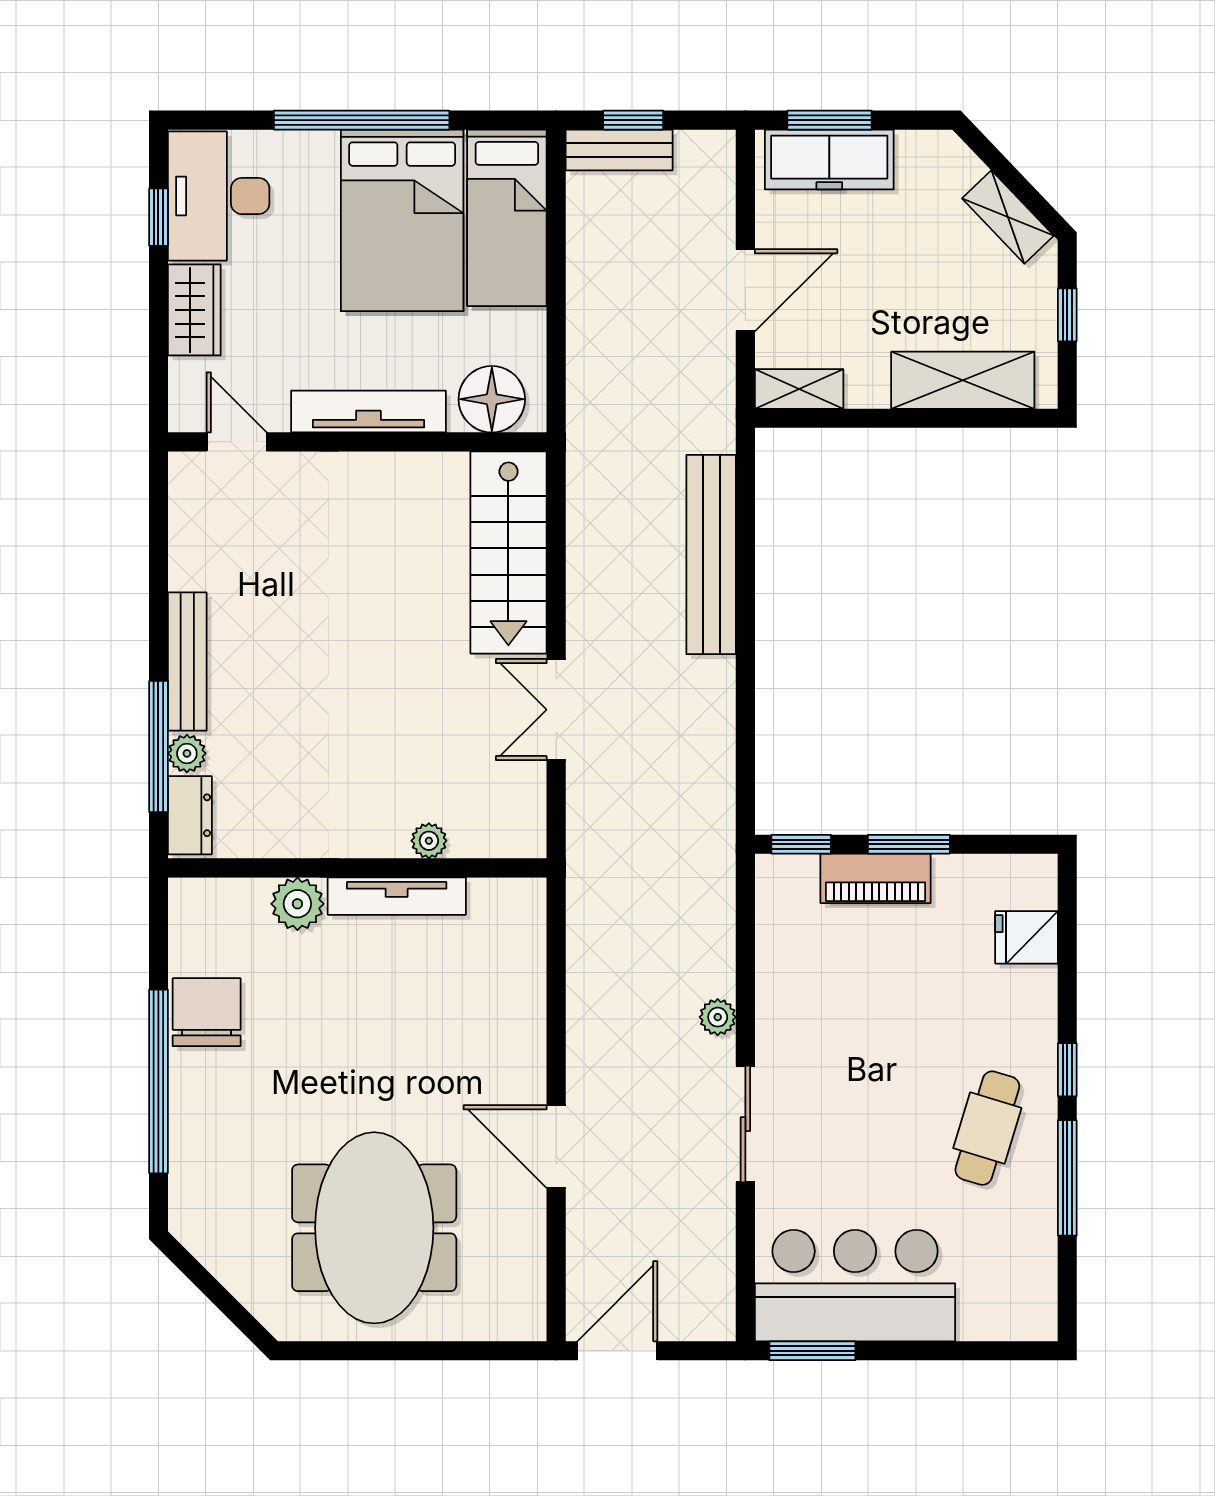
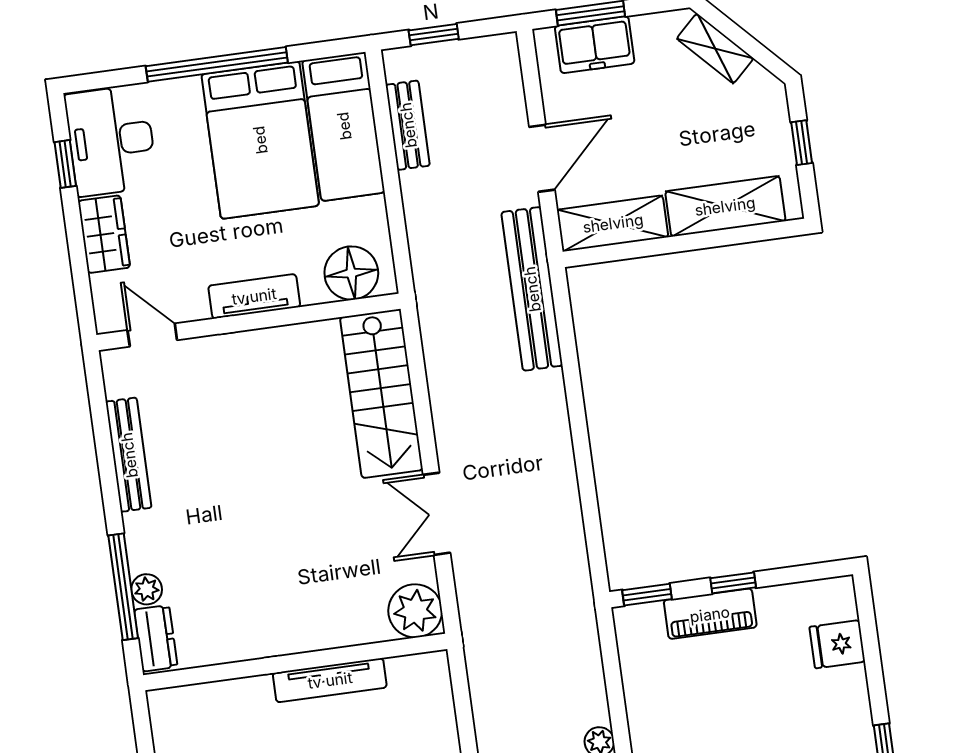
bench: (619, 150) -> (408, 125), moved, turned 90
freezer: (829, 159) -> (595, 45), width x0.71
shelving: (1008, 217) -> (715, 48), moved
shelving: (799, 389) -> (613, 223), width x1.50, depth x1.33
tv unit: (368, 412) -> (254, 296), width x0.71
bench: (711, 555) -> (532, 289), moved
bench: (187, 662) -> (129, 455), moved
plant: (429, 841) -> (415, 611), moved, width x1.88, depth x1.88
window: (909, 844) -> (733, 583), width x0.67
plant: (297, 904) -> (251, 697), removed

